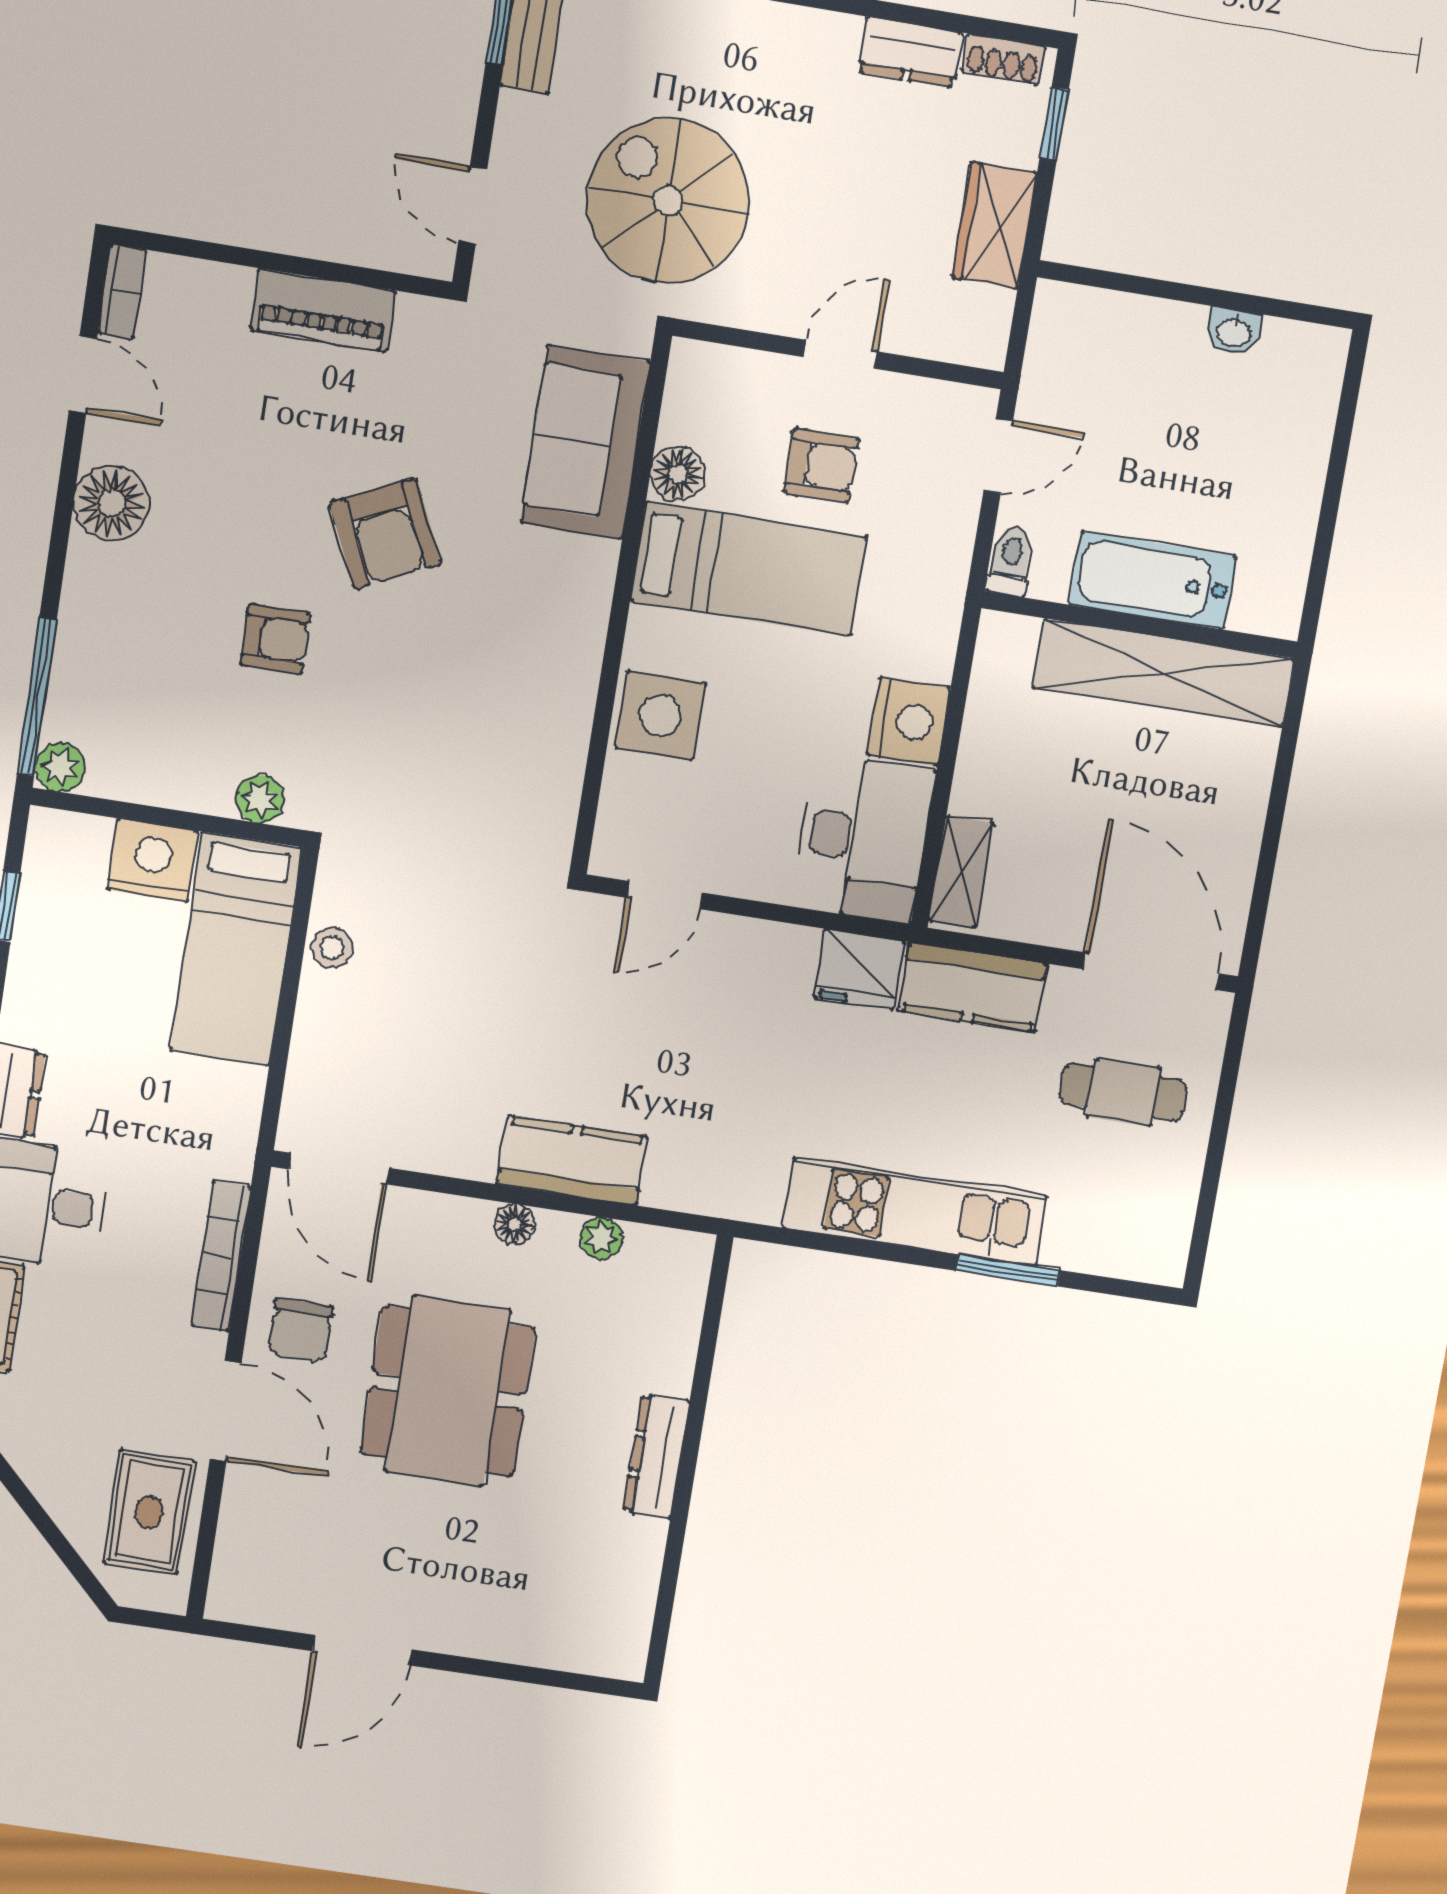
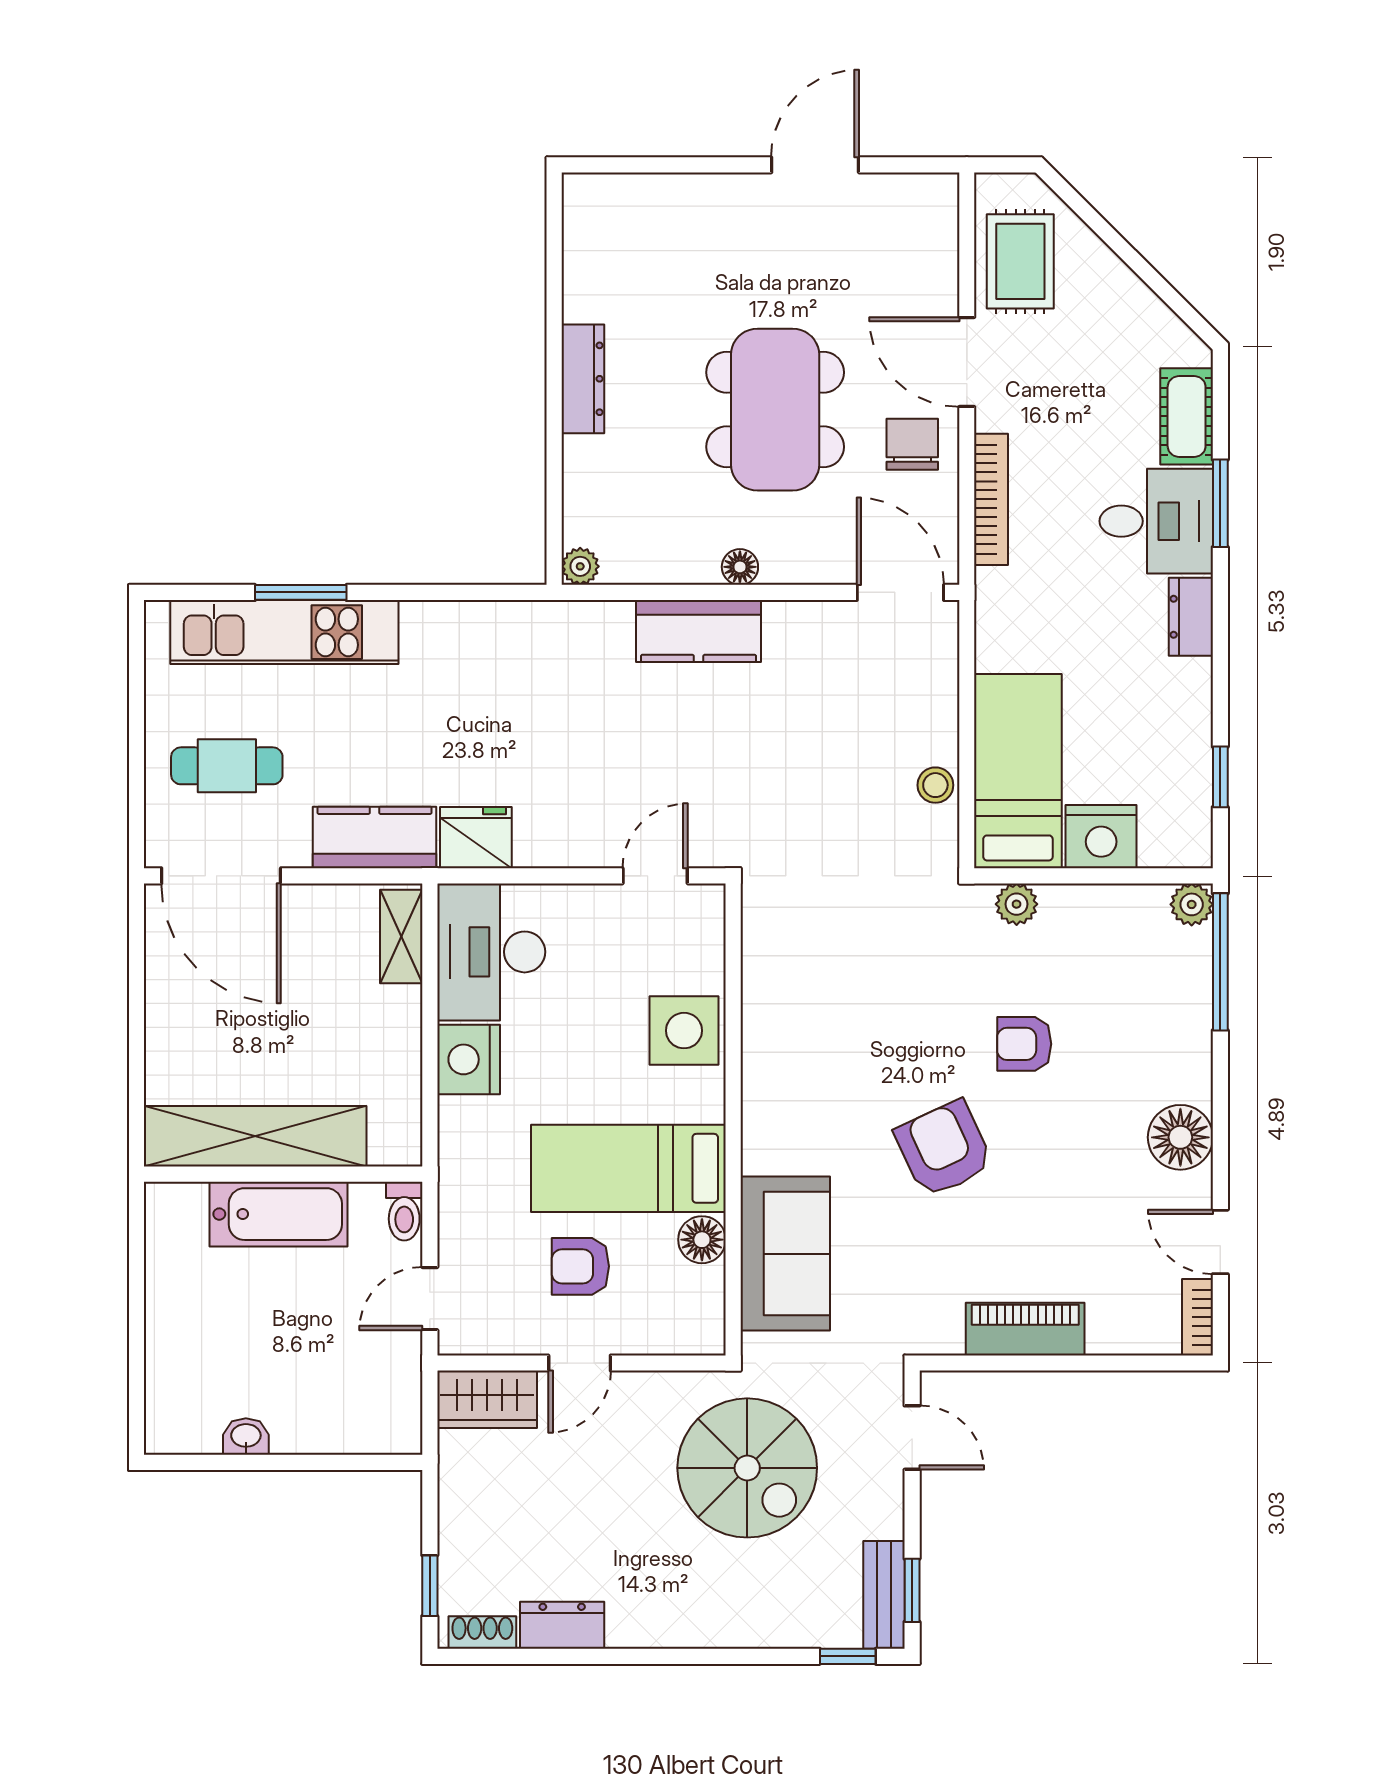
wardrobe: (995, 225) -> (487, 1399), moved, turned 90
kitchen unit: (915, 1212) -> (284, 632), moved
plant: (601, 1238) -> (580, 566), moved

